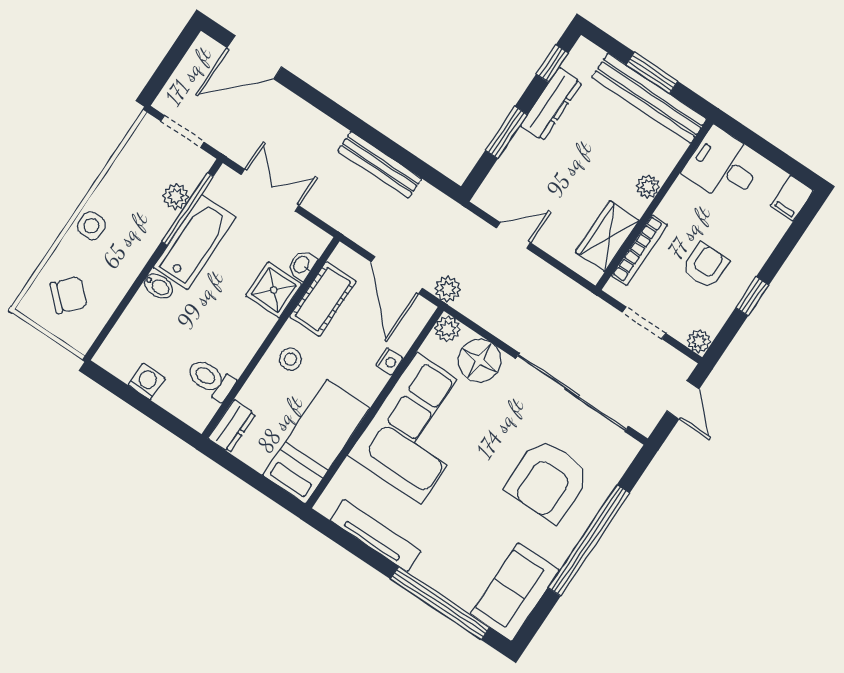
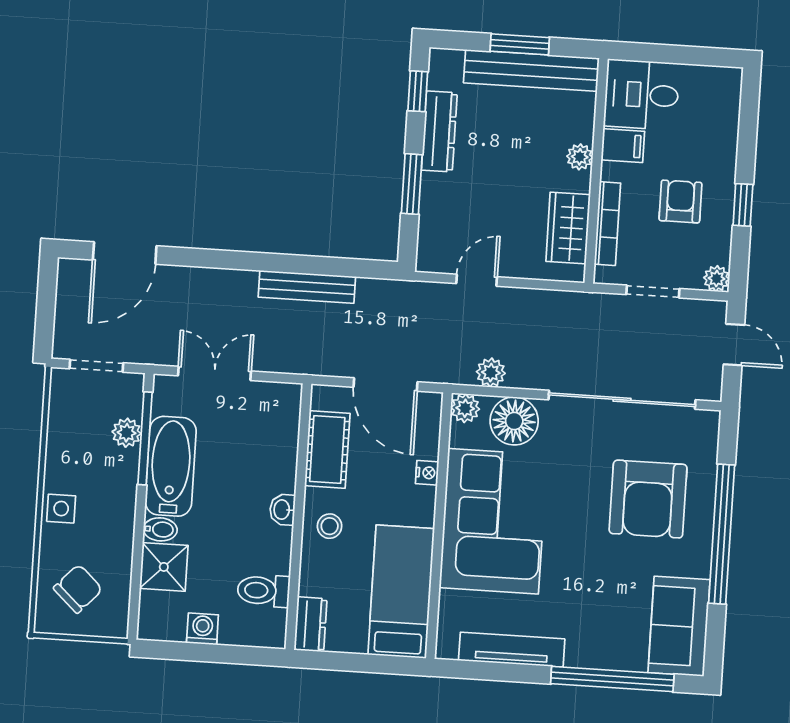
filing cabinet: (792, 198) -> (623, 146), moved, turned -90
washbasin: (302, 265) -> (282, 510), moved
plant: (448, 289) -> (491, 373), moved
shower: (274, 290) -> (164, 567), moved

